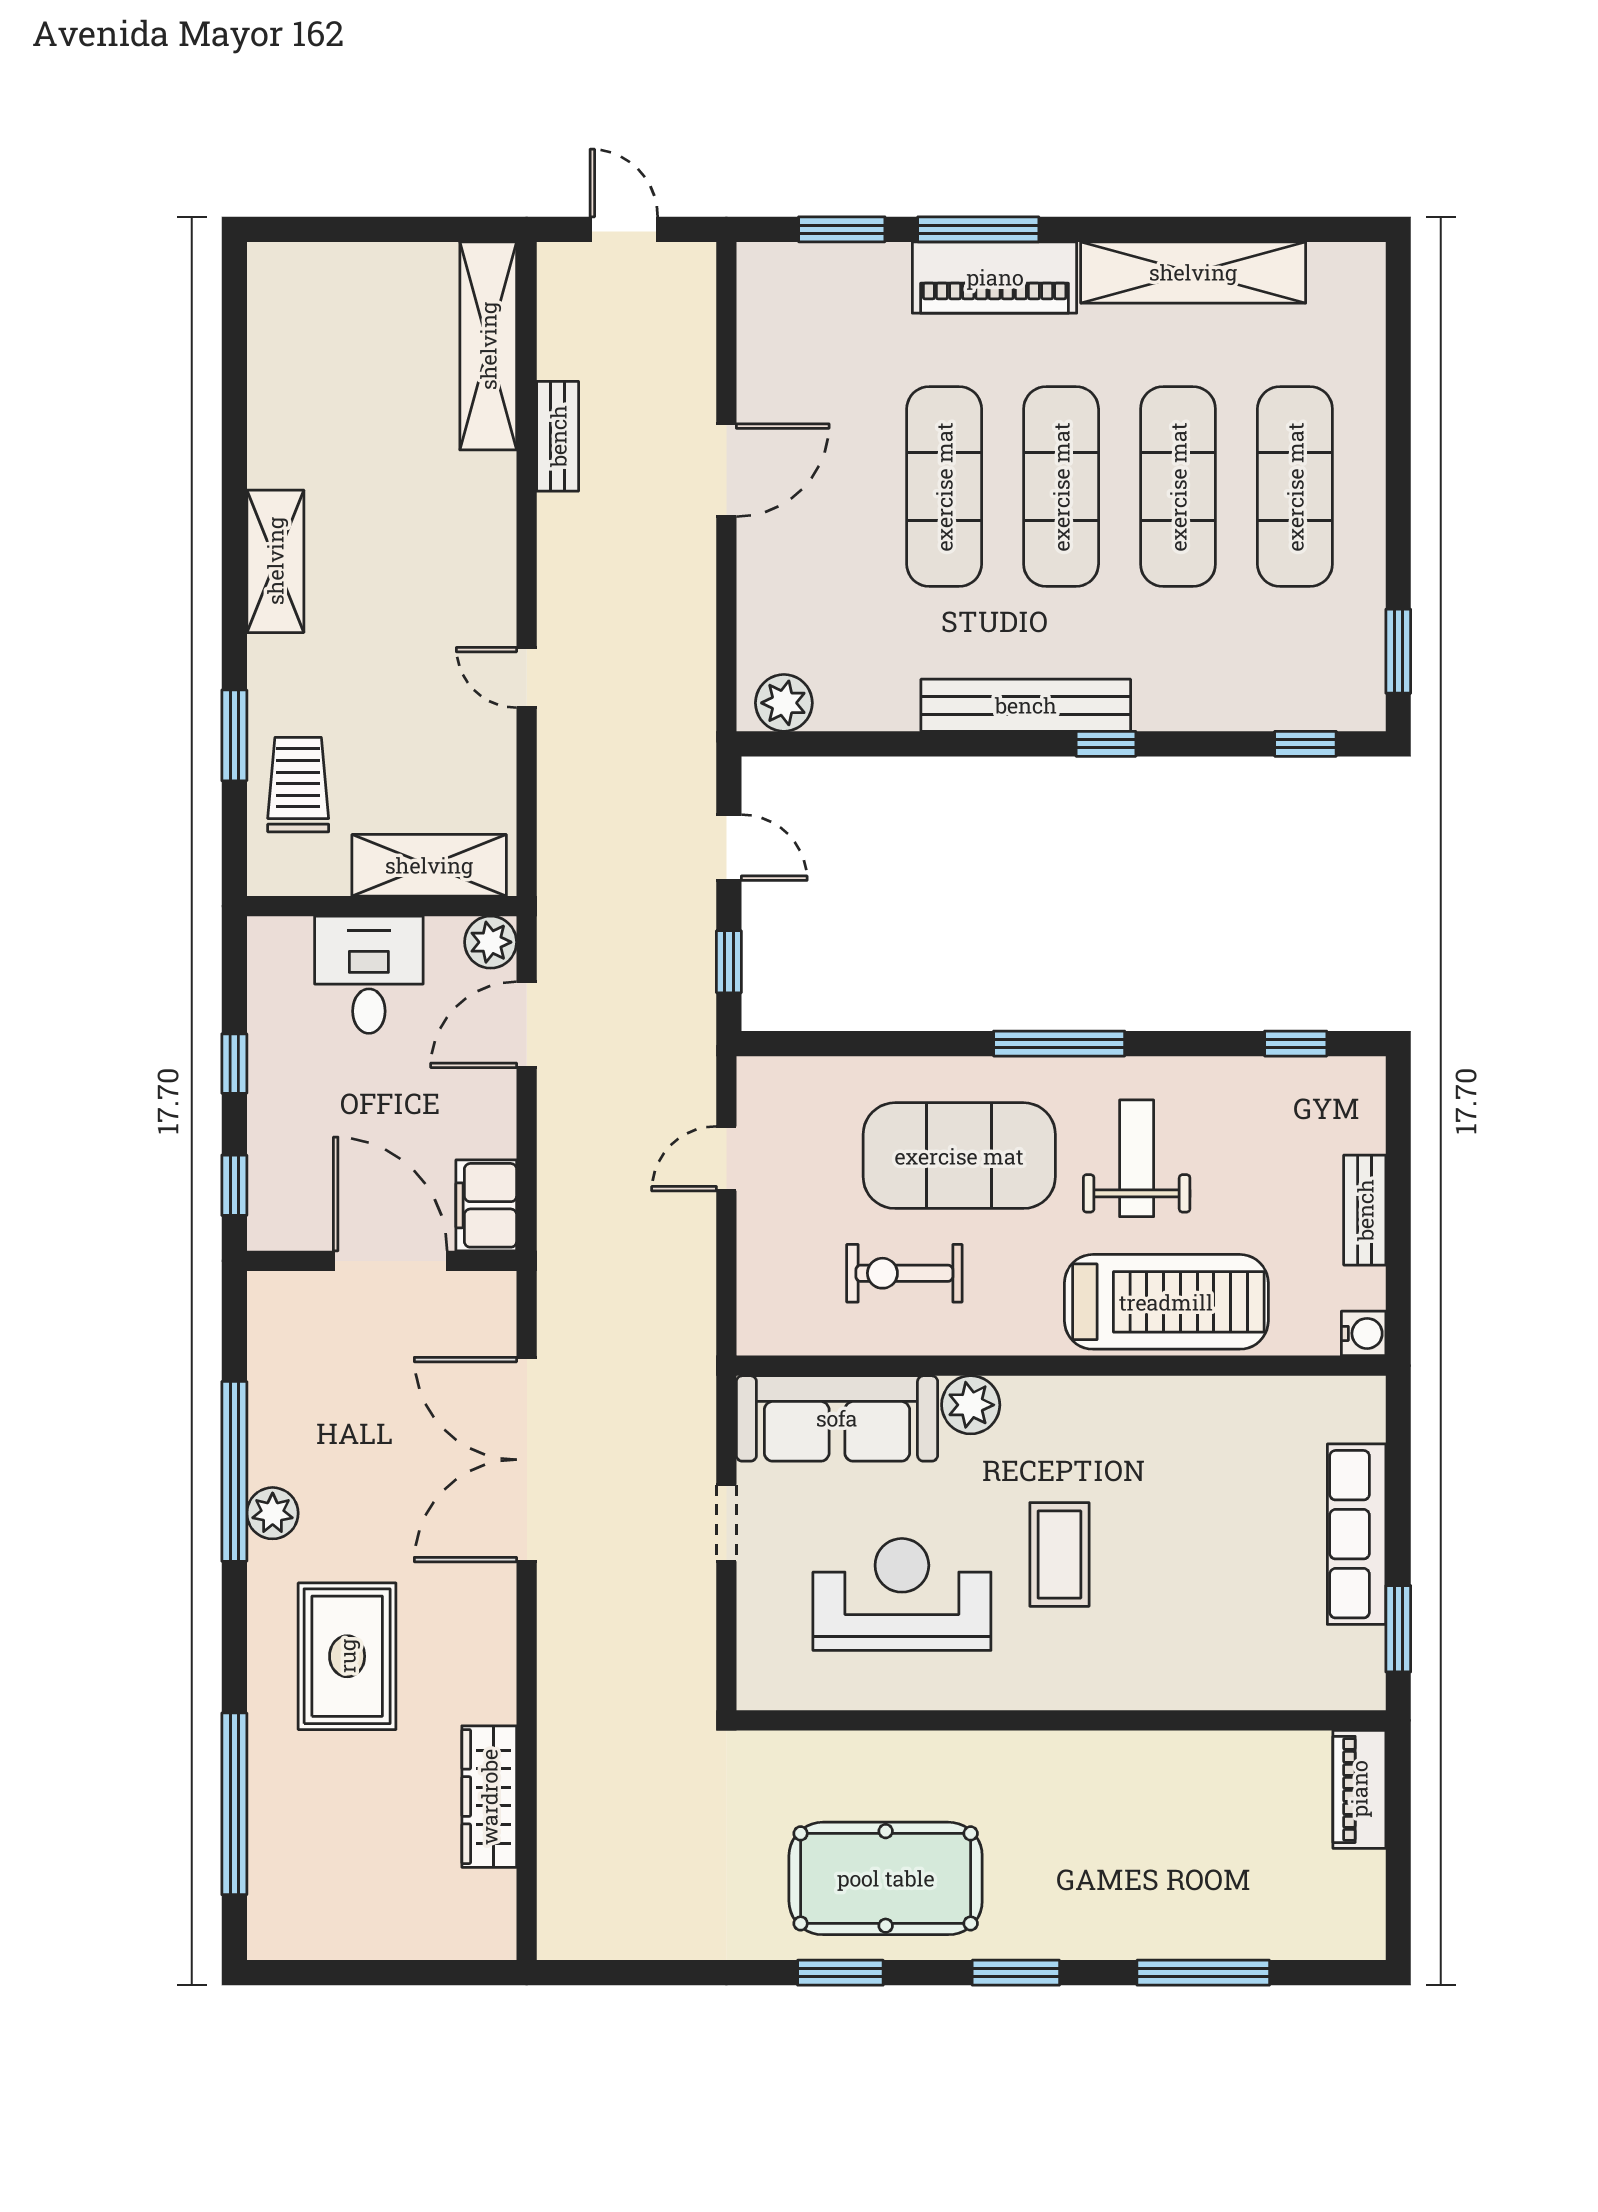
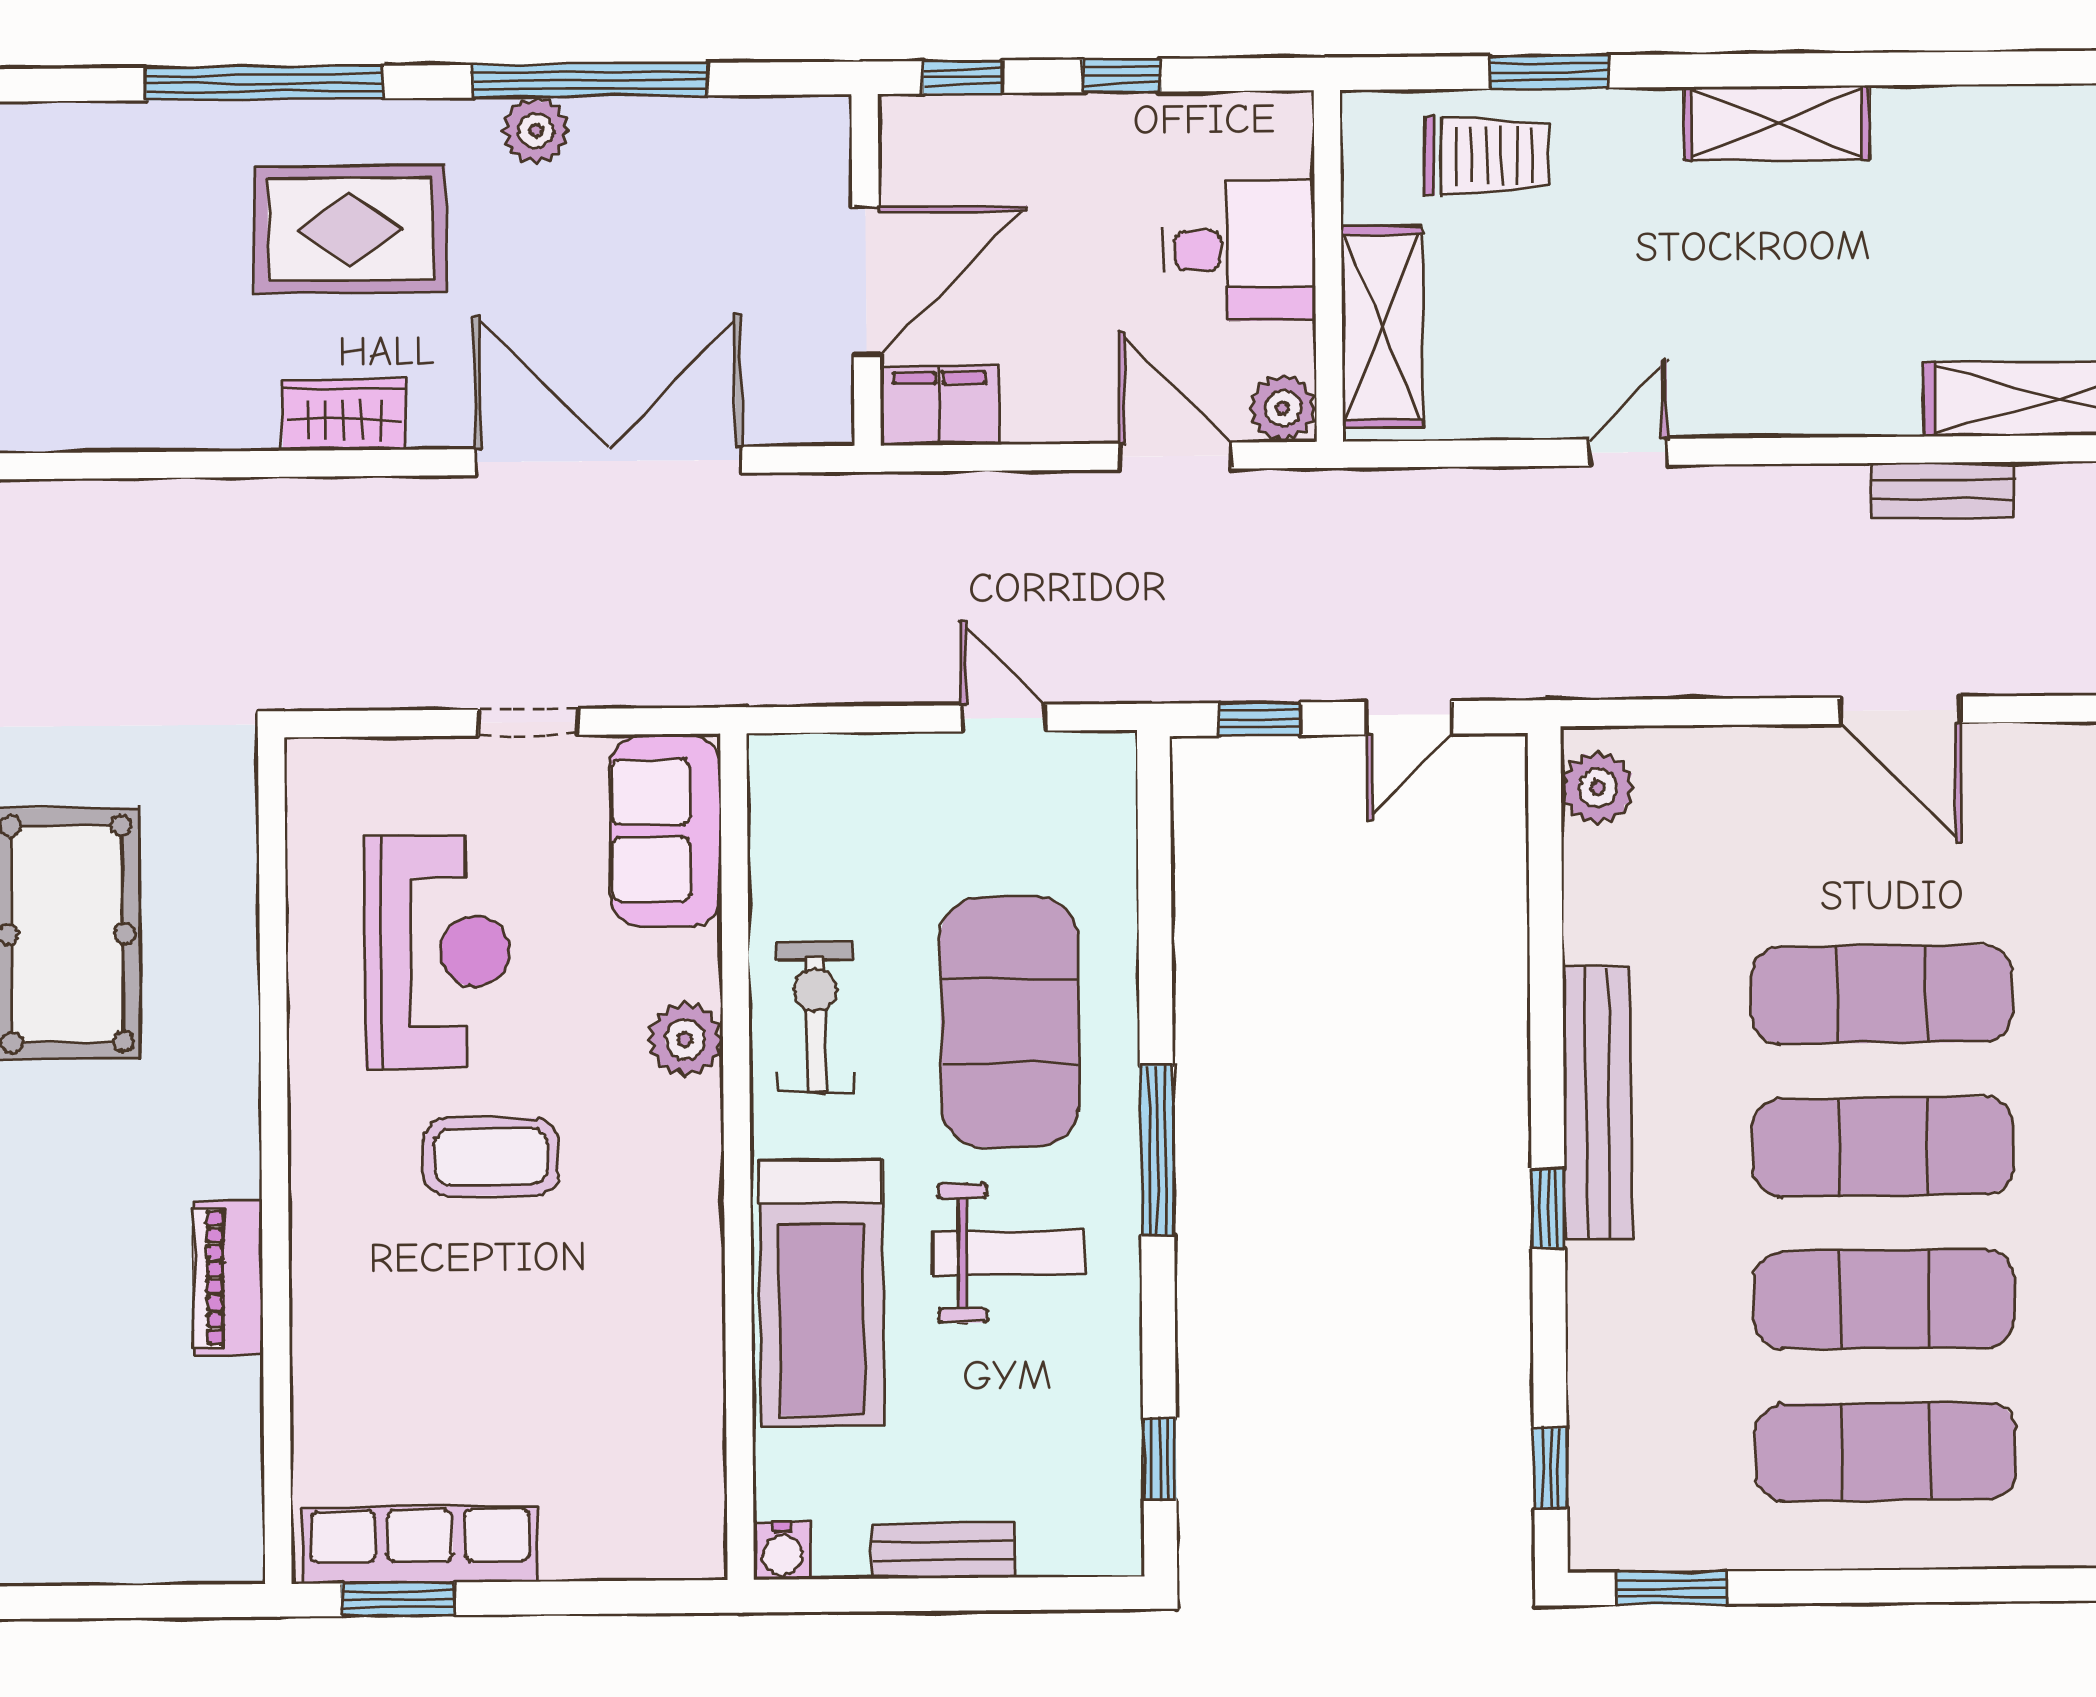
exercise bike: (904, 1273) -> (815, 1017), moved
sofa: (837, 1418) -> (665, 830), width x0.73
row of seats: (1357, 1534) -> (420, 1545), moved
piano: (1359, 1789) -> (228, 1278), moved, turned -90
wardrobe: (489, 1797) -> (344, 415), moved, width x0.67
window: (234, 1804) -> (264, 83), moved

